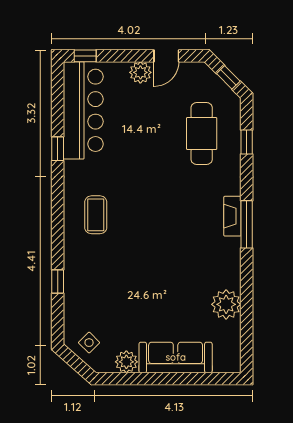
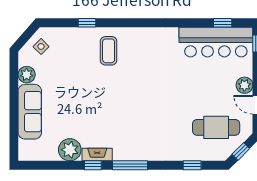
cafe table: (202, 134) -> (216, 127), moved
window: (58, 149) -> (223, 23), moved
coffee table: (96, 215) -> (109, 51), moved, turned 90
fireplace: (232, 216) -> (97, 155), moved
window: (247, 274) -> (93, 165), added

